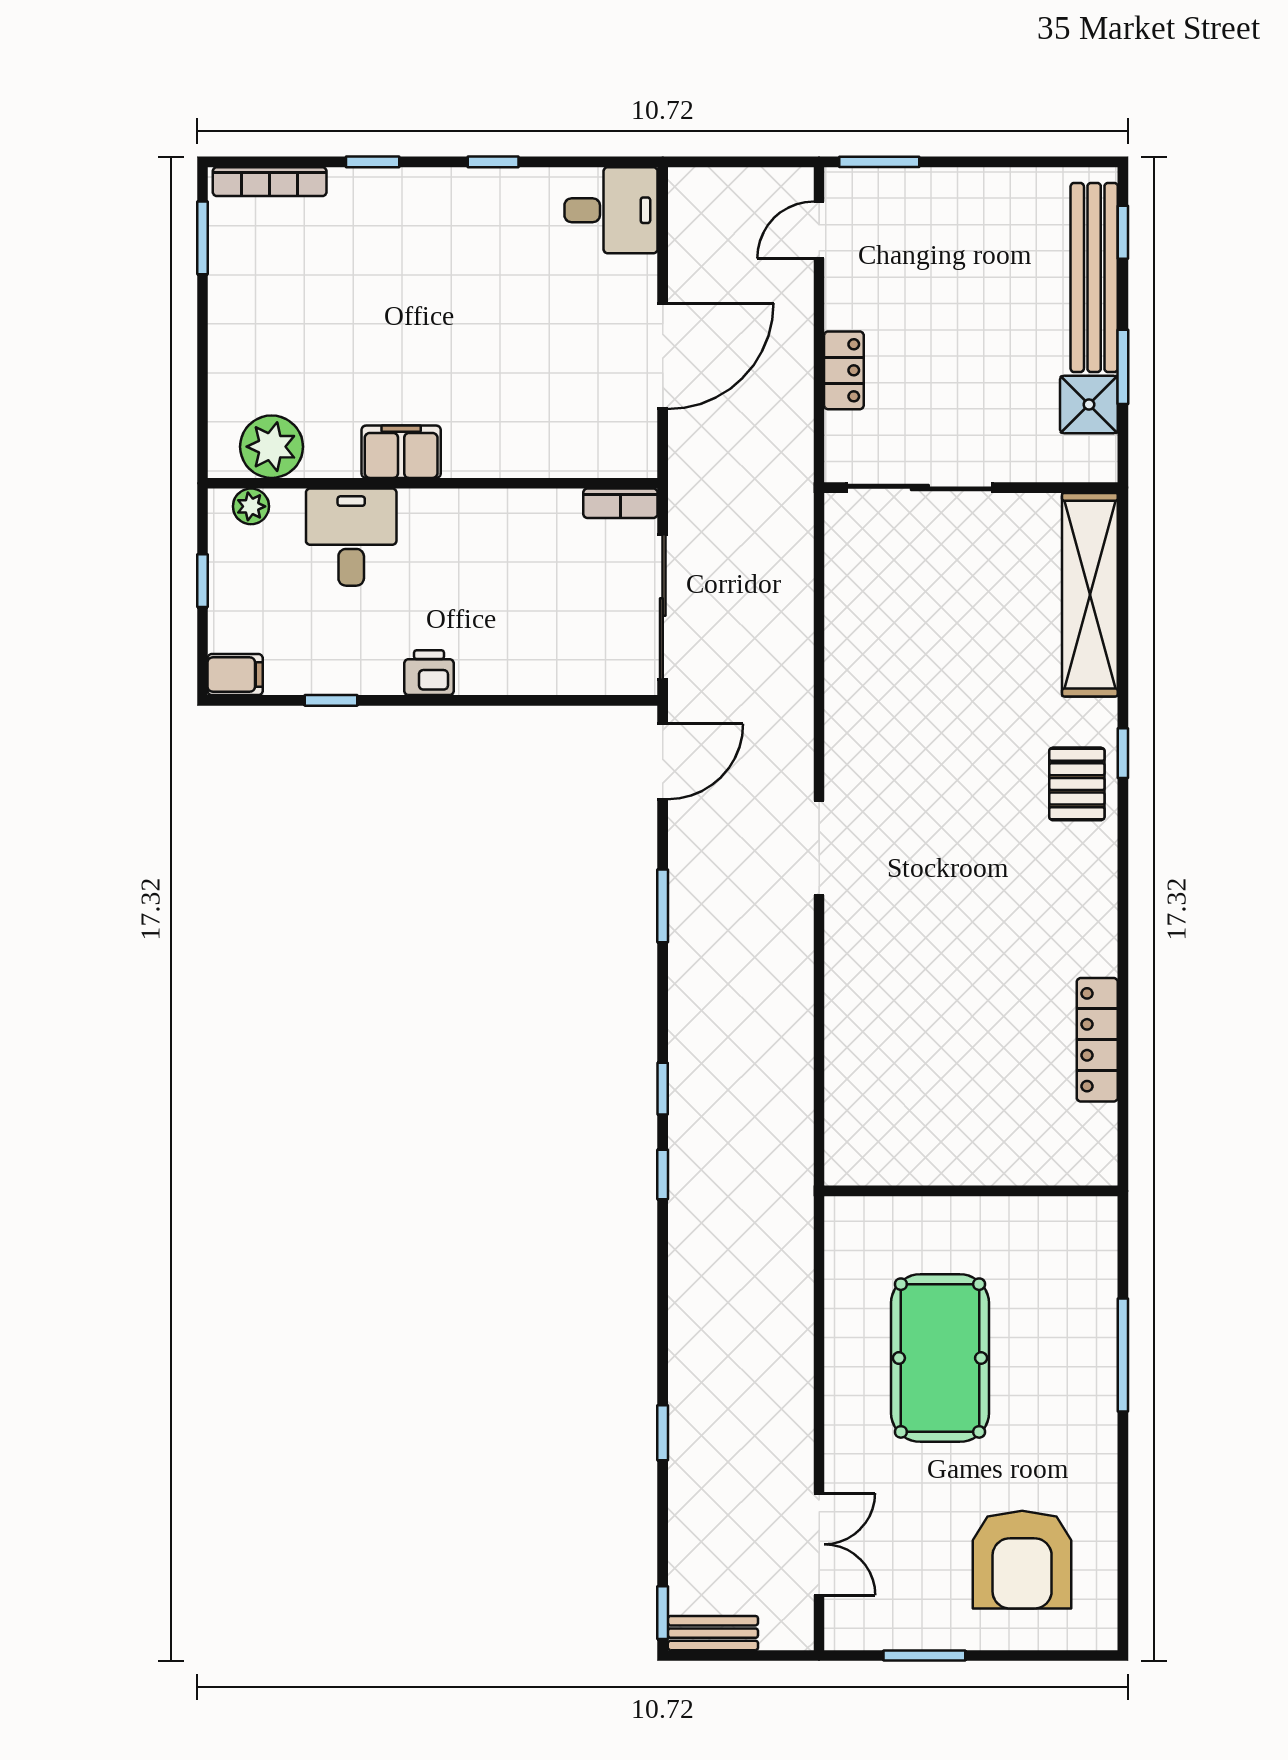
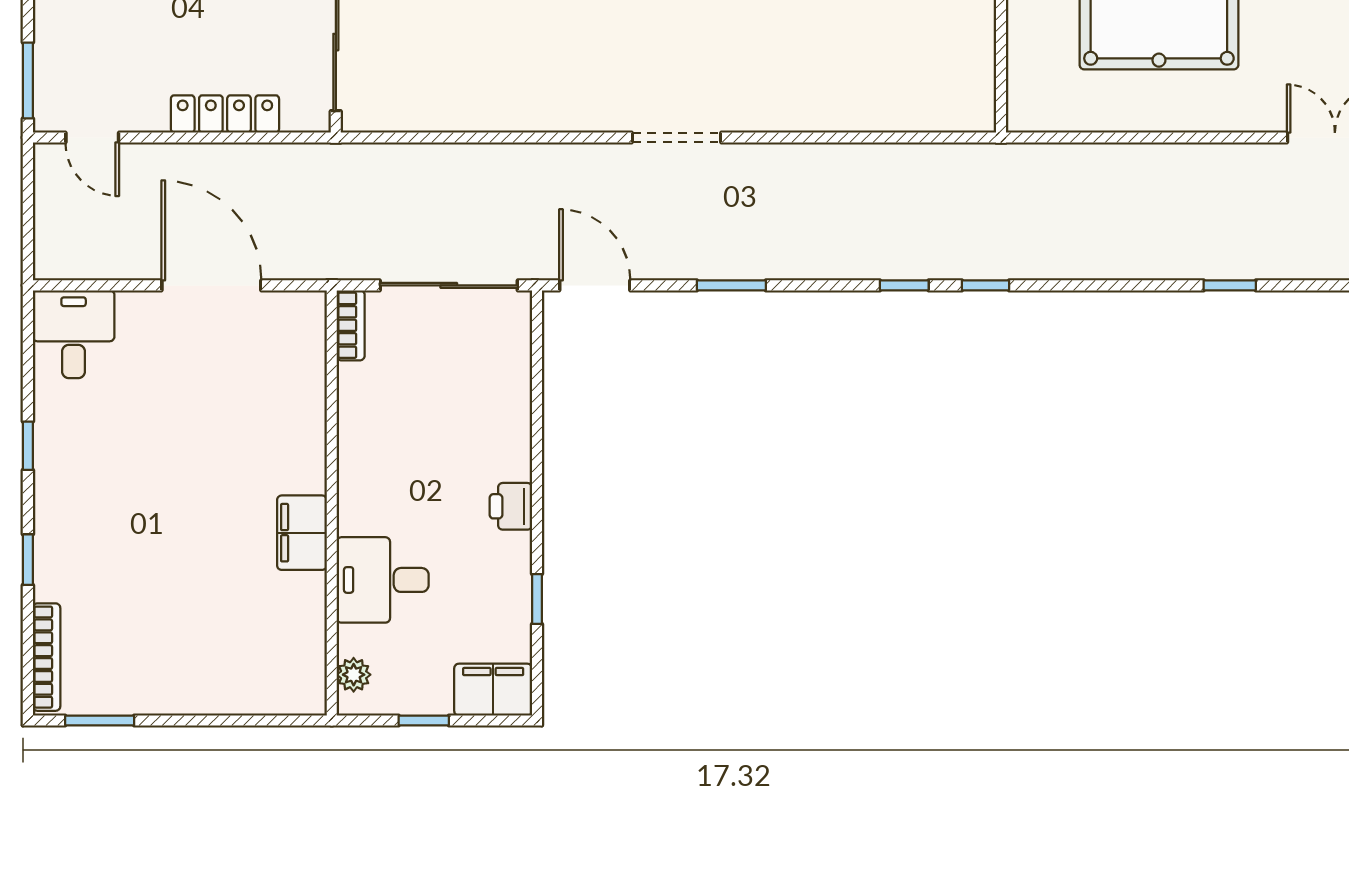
locker: (844, 370) -> (225, 114), width x1.53
plant: (272, 447) -> (297, 655), removed
filing cabinet: (235, 675) -> (493, 690), width x2.00

